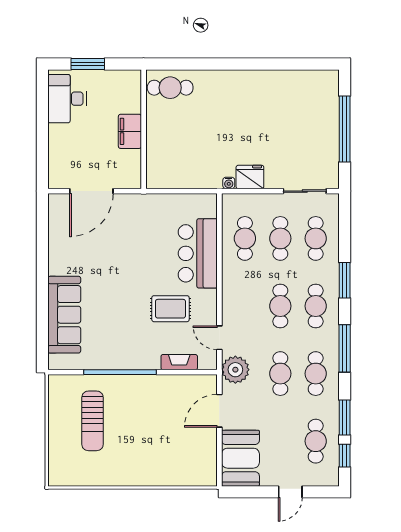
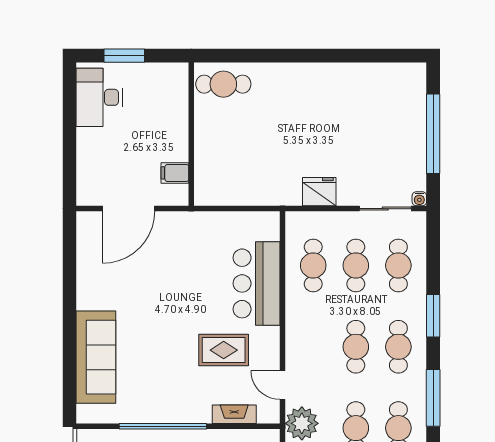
filing cabinet: (130, 131) -> (175, 173), moved, width x0.50
water cooler: (229, 183) -> (419, 199), moved

